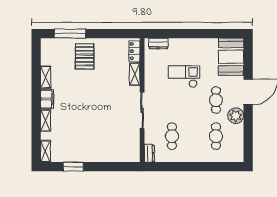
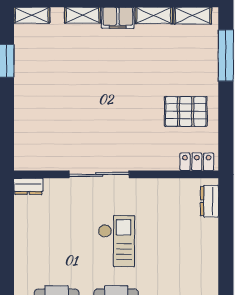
pallet: (85, 56) -> (186, 111), moved
shelving: (135, 74) -> (193, 16), moved
checkout: (184, 77) -> (116, 241), moved
cafe table: (172, 136) -> (57, 224), removed

